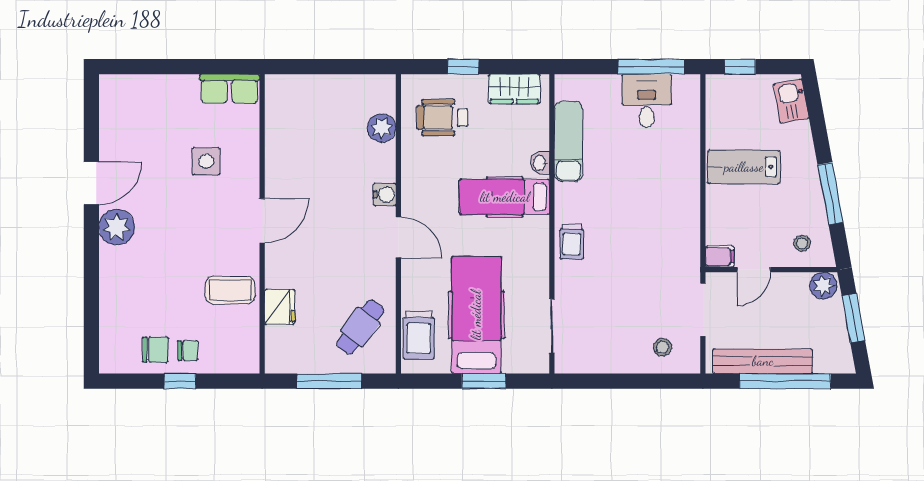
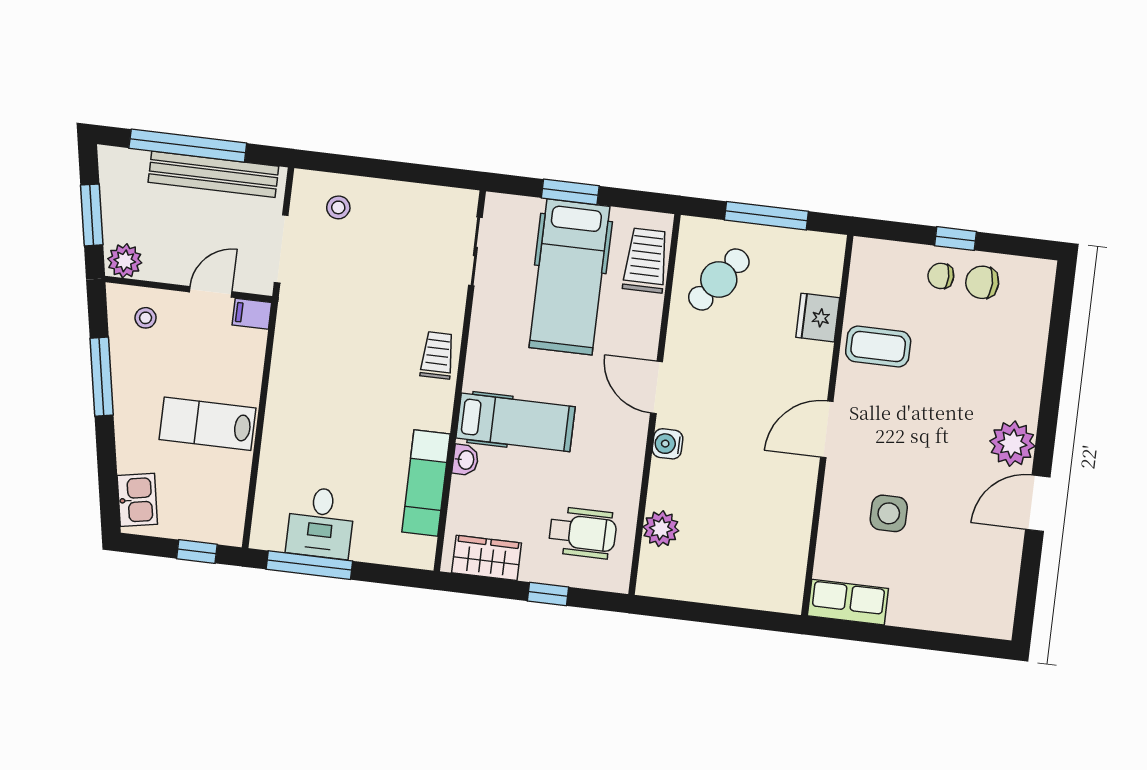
lab bench: (744, 167) -> (207, 424), turned 180

